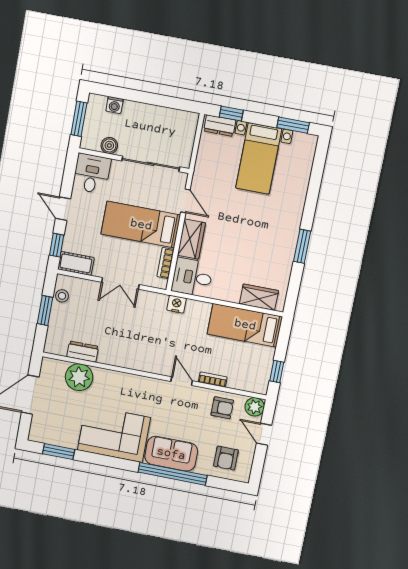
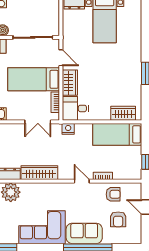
double door: (120, 283) -> (38, 122), moved
wardrobe: (124, 358) -> (39, 173), added
plant: (255, 407) -> (135, 189), removed
armchair: (226, 458) -> (118, 219), moved

